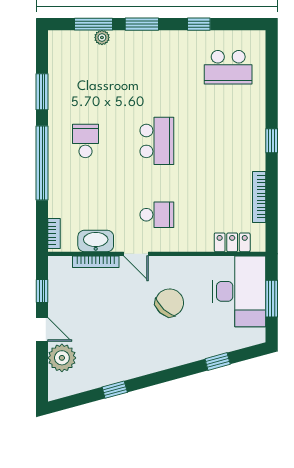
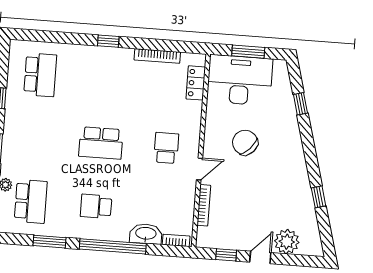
school desk: (85, 67) -> (31, 201), added
school desk: (157, 141) -> (101, 143), turned 180
washbasin: (96, 241) -> (146, 234), moved, turned 90

